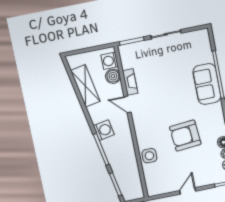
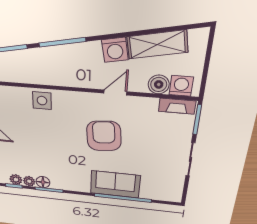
fireplace: (130, 82) -> (177, 106), moved
washing machine: (104, 130) -> (115, 50), moved
armchair: (185, 136) -> (104, 136), moved

